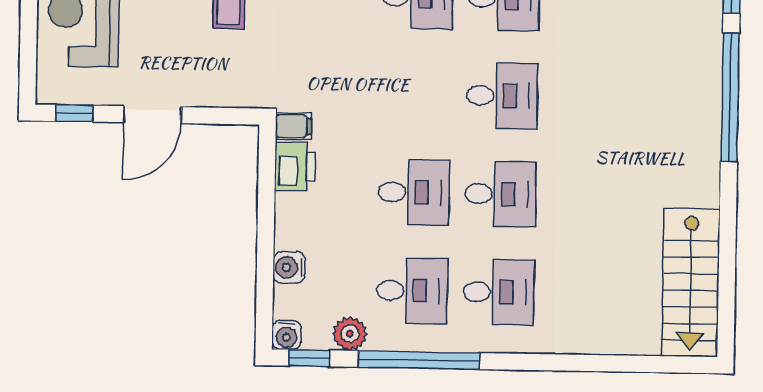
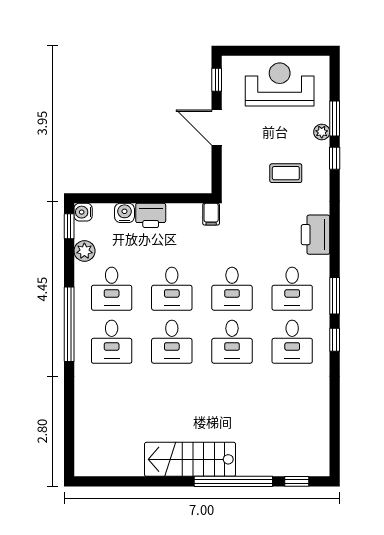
desk: (416, 94) -> (232, 289), added
printer: (295, 167) -> (151, 215), moved
stairs: (691, 283) -> (190, 459), moved
window: (419, 360) -> (69, 324), moved

